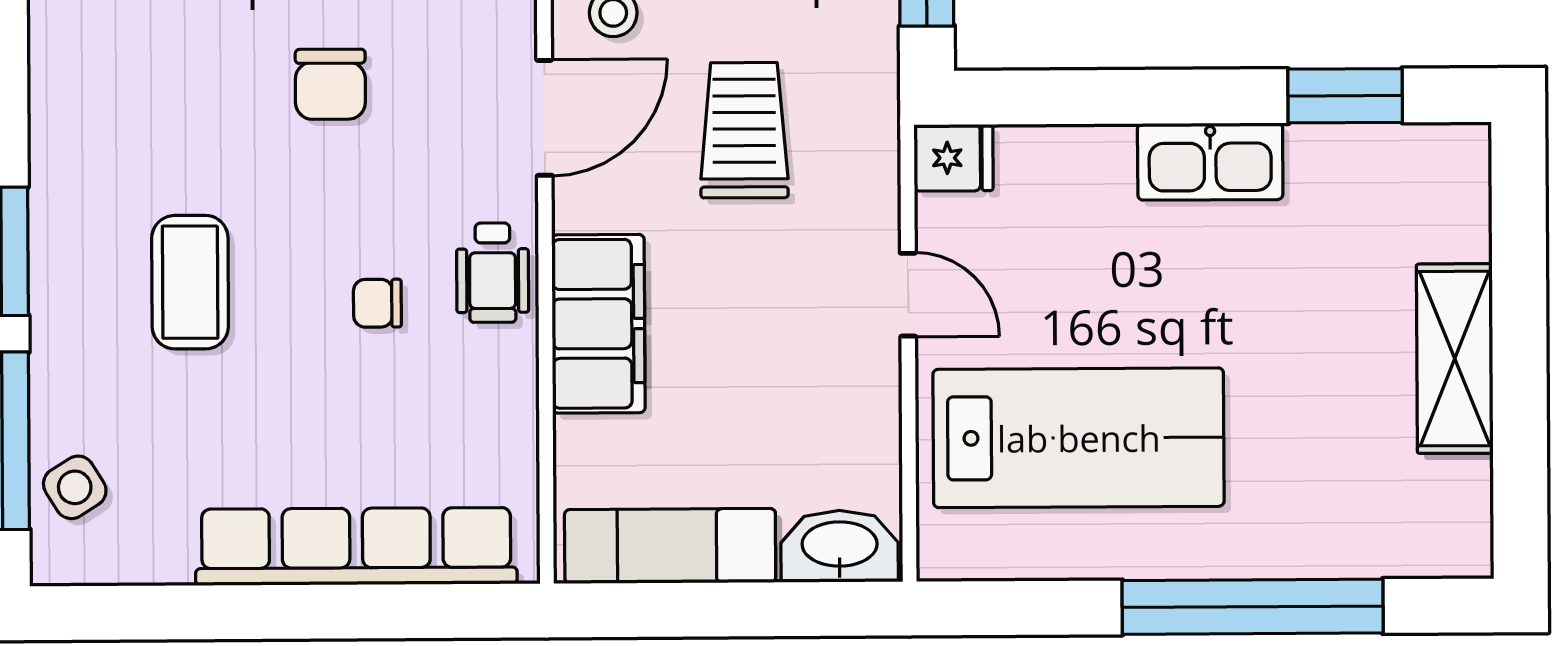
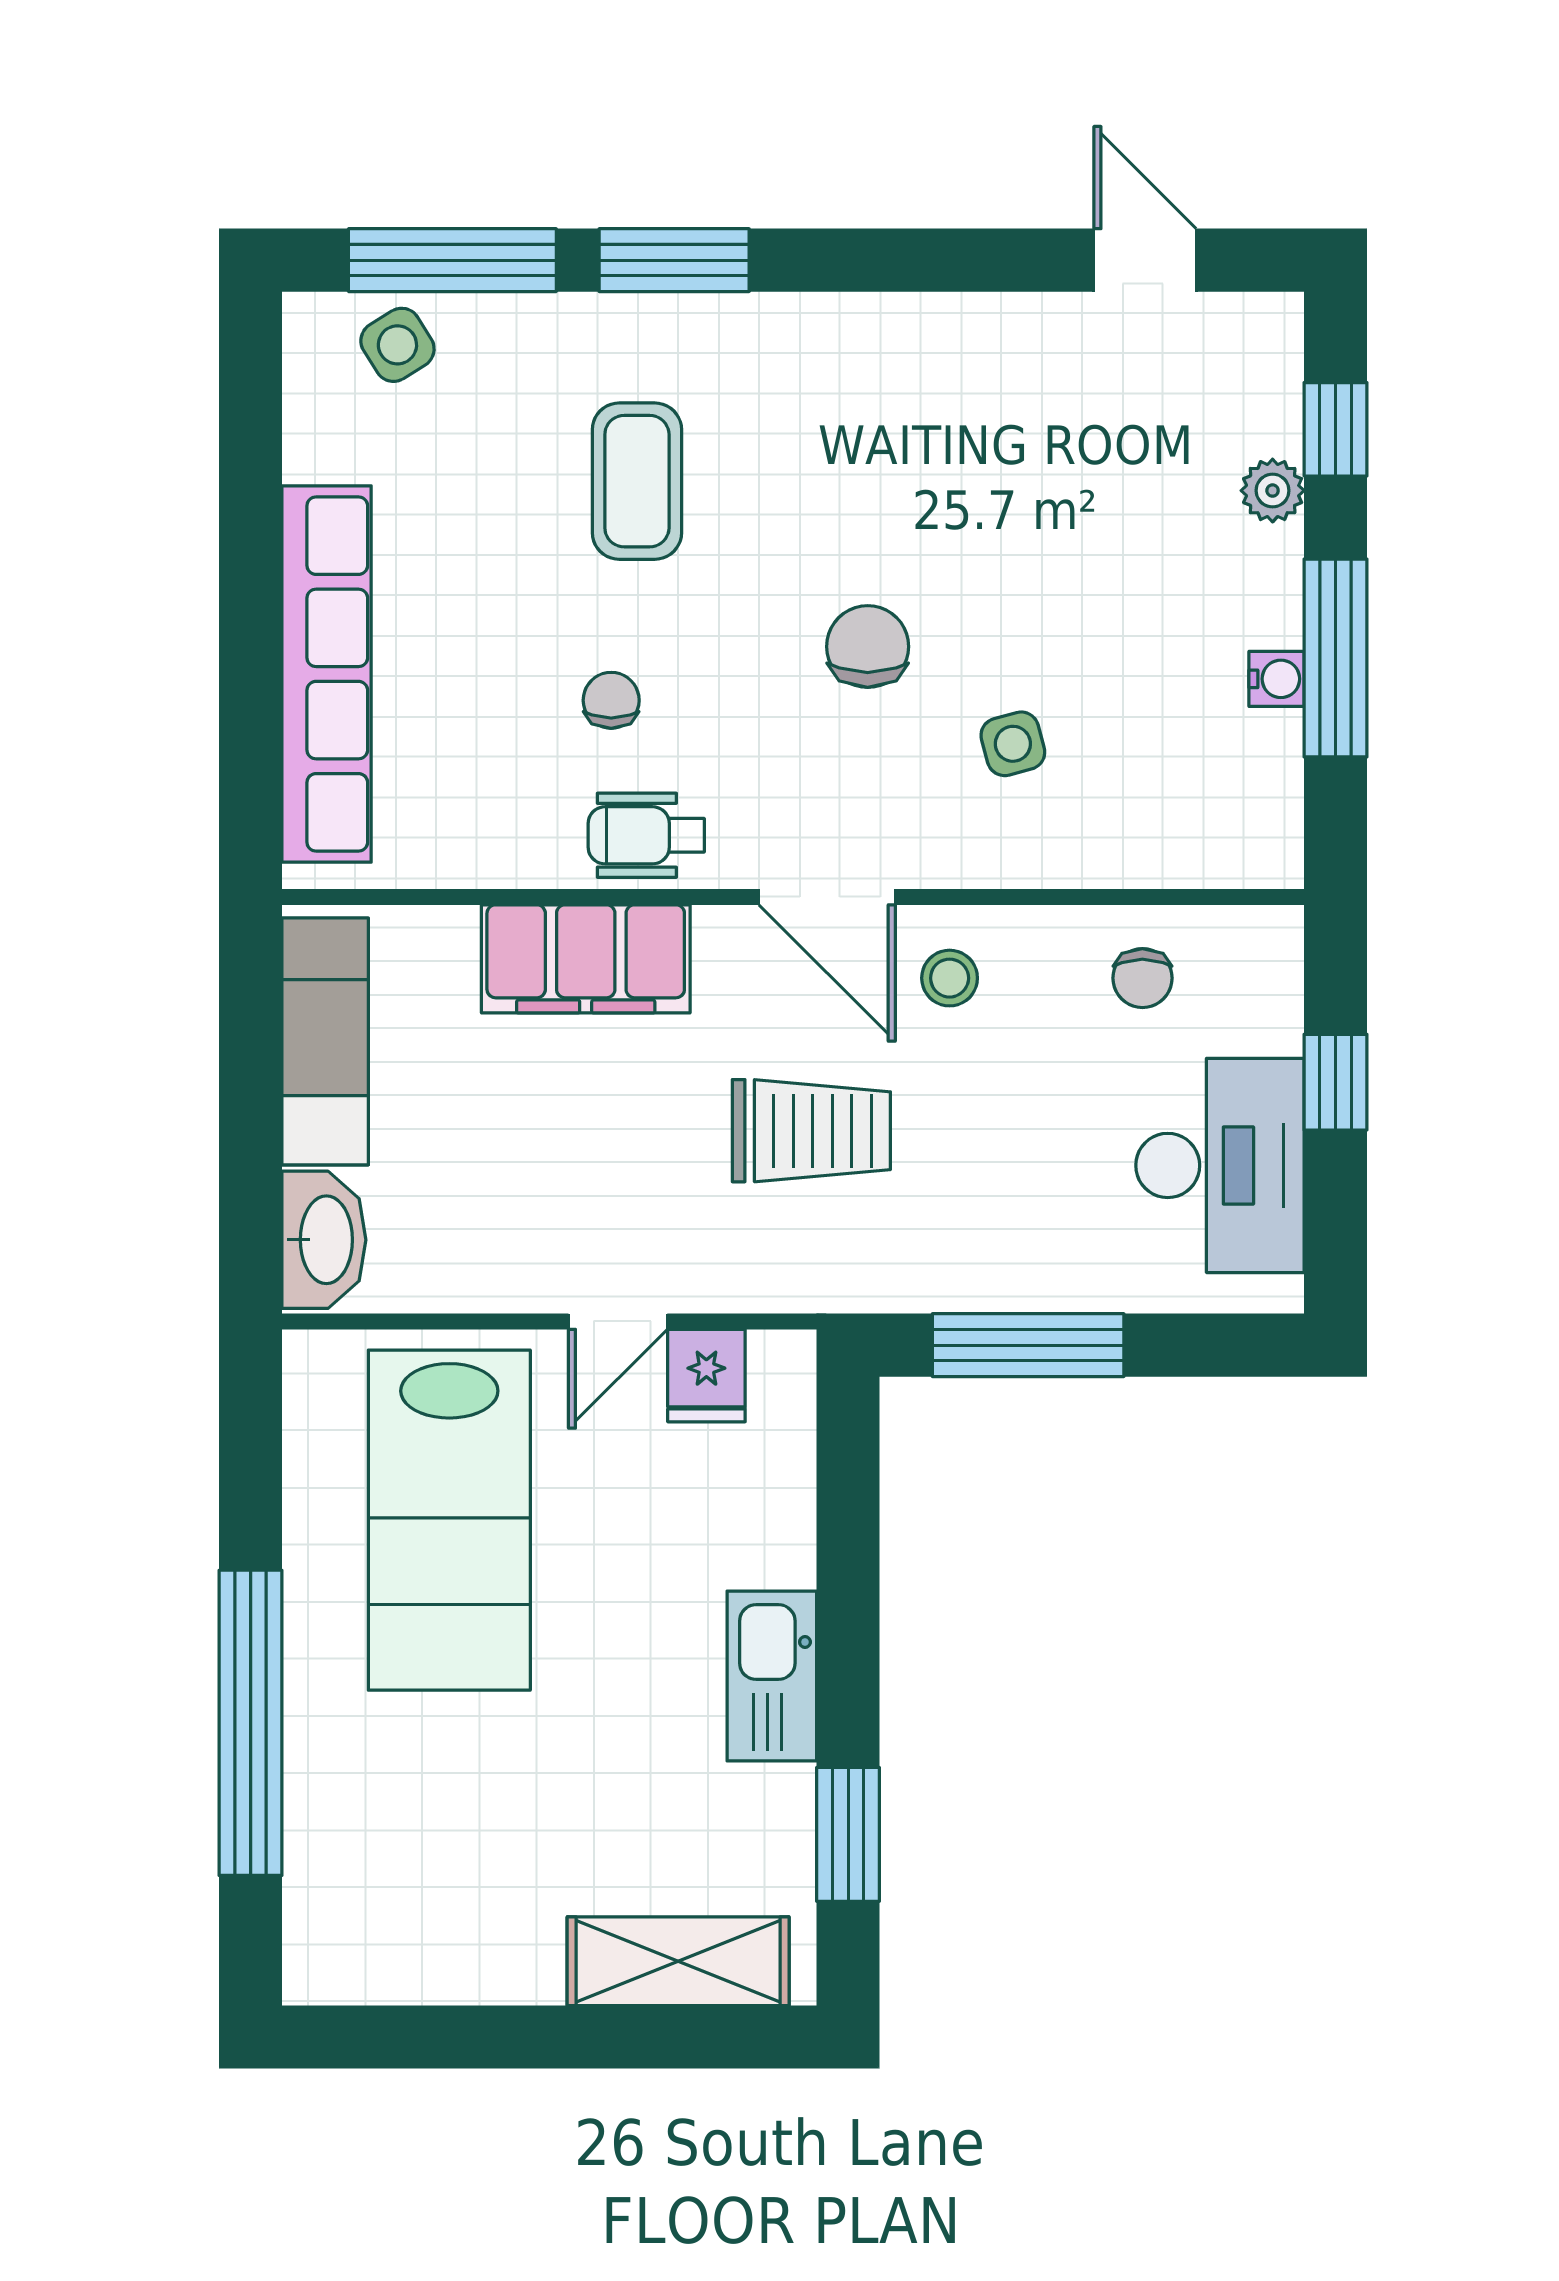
chair: (330, 84) -> (868, 647), turned 90
fridge: (954, 158) -> (706, 1376), moved
coffee table: (190, 282) -> (637, 481), turned 90
shelving: (1455, 359) -> (678, 1961), moved

